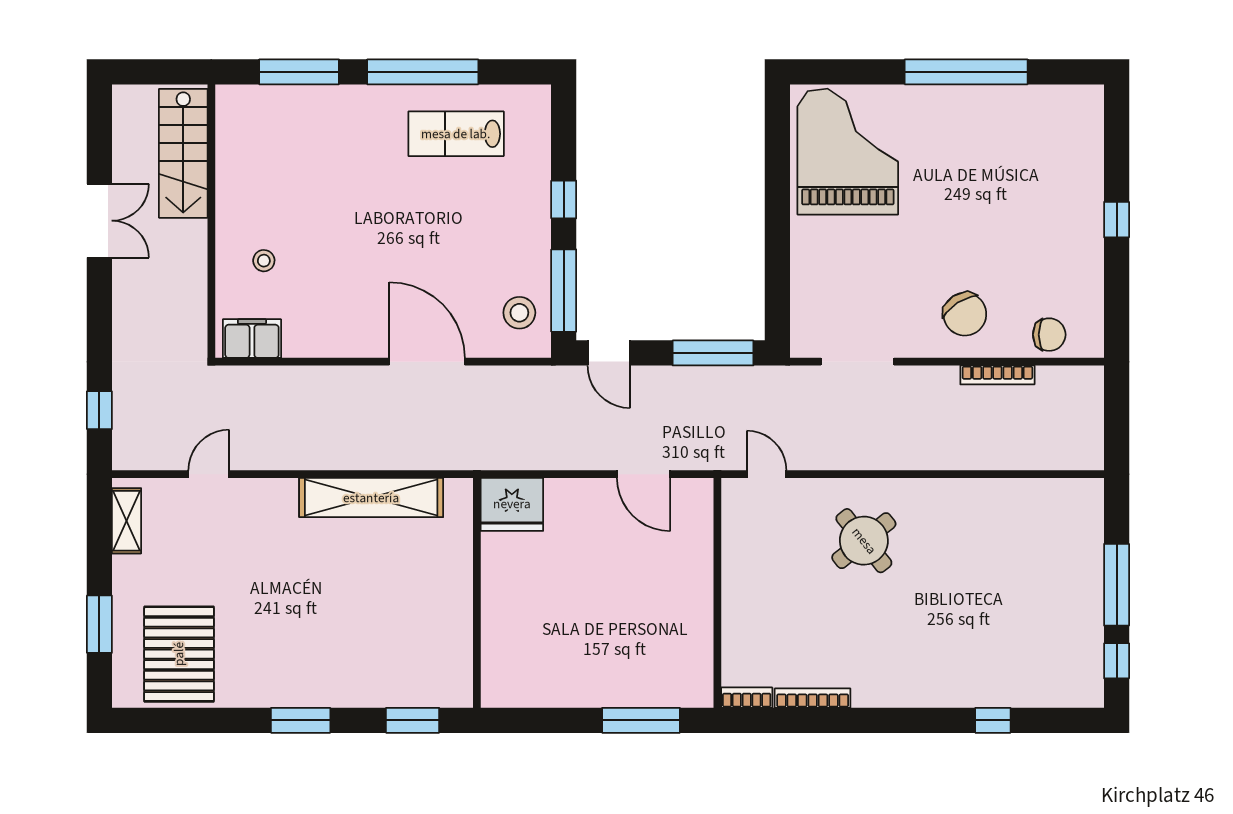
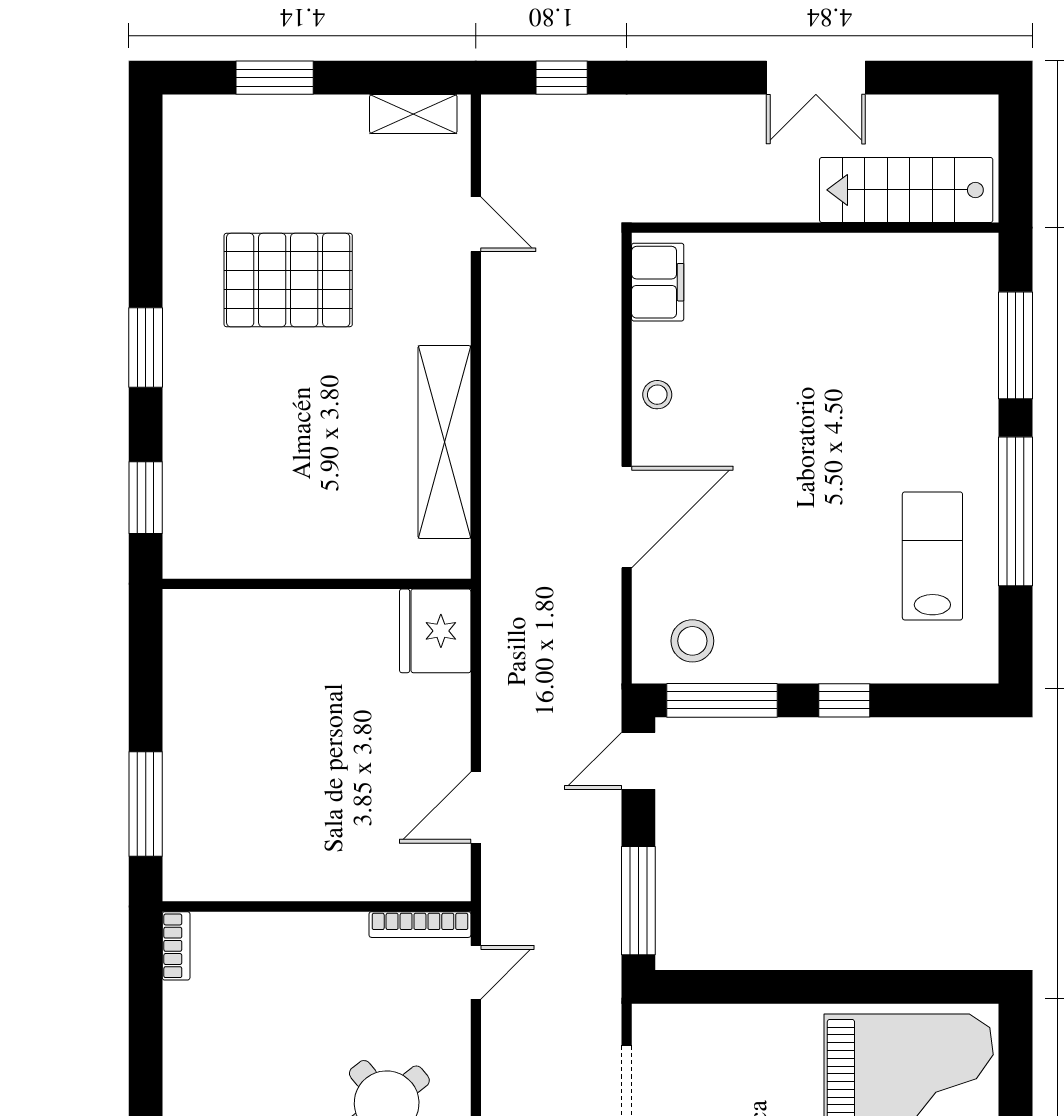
stool: (264, 261) -> (657, 395), moved
pallet: (179, 654) -> (288, 280), moved
bookcase: (813, 698) -> (420, 925), moved, turned 90

